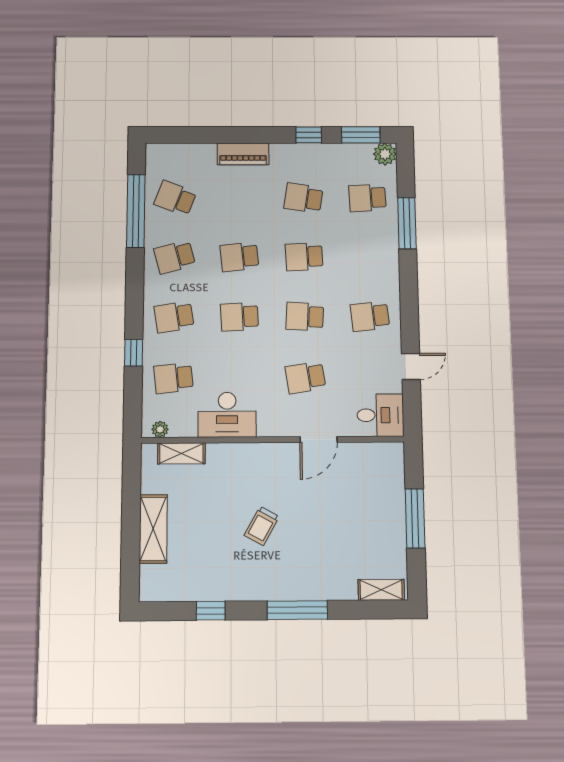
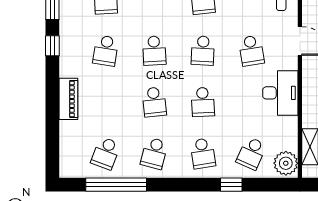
school desk: (175, 257) -> (154, 153), turned 30
school desk: (173, 378) -> (251, 153), turned 30
desk: (227, 415) -> (280, 93), moved
plant: (160, 429) -> (286, 163), width x1.87, depth x1.87

